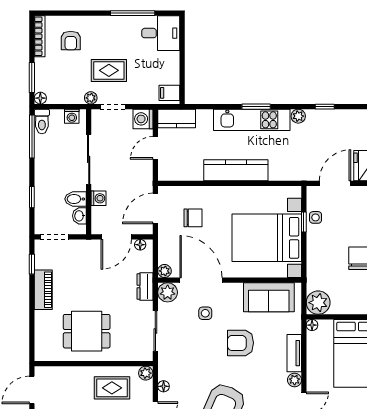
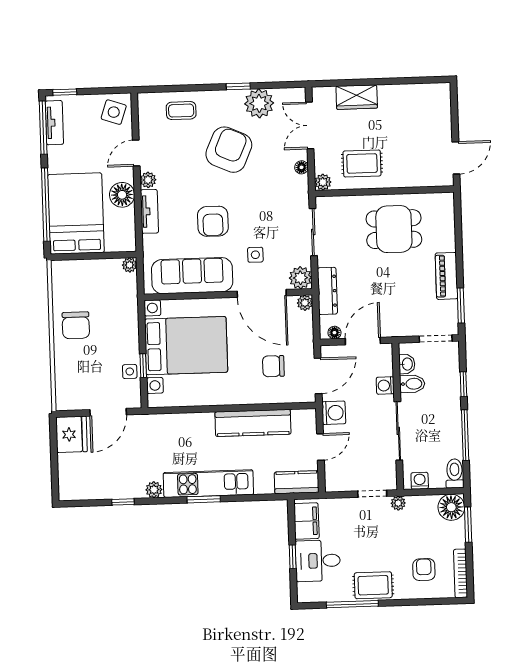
desk: (161, 33) -> (318, 561), moved
window: (182, 55) -> (293, 557), added
rug: (109, 70) -> (373, 585), moved
filing cabinet: (169, 93) -> (306, 521), width x2.00
floor lamp: (40, 98) -> (451, 507), width x1.89, depth x1.89
washing machine: (143, 119) -> (334, 413), moved
window: (32, 136) -> (465, 435), moved
kitchen counter: (236, 170) -> (253, 423), moved
window: (32, 264) -> (461, 306), width x1.50
dresser: (145, 287) -> (327, 291), width x1.44
sofa: (269, 297) -> (192, 276), width x1.36
plant: (318, 303) -> (130, 265), width x0.53, depth x0.53
floor lamp: (312, 325) -> (122, 195), moved, width x1.89, depth x1.89
armchair: (240, 343) -> (213, 221), turned 90

